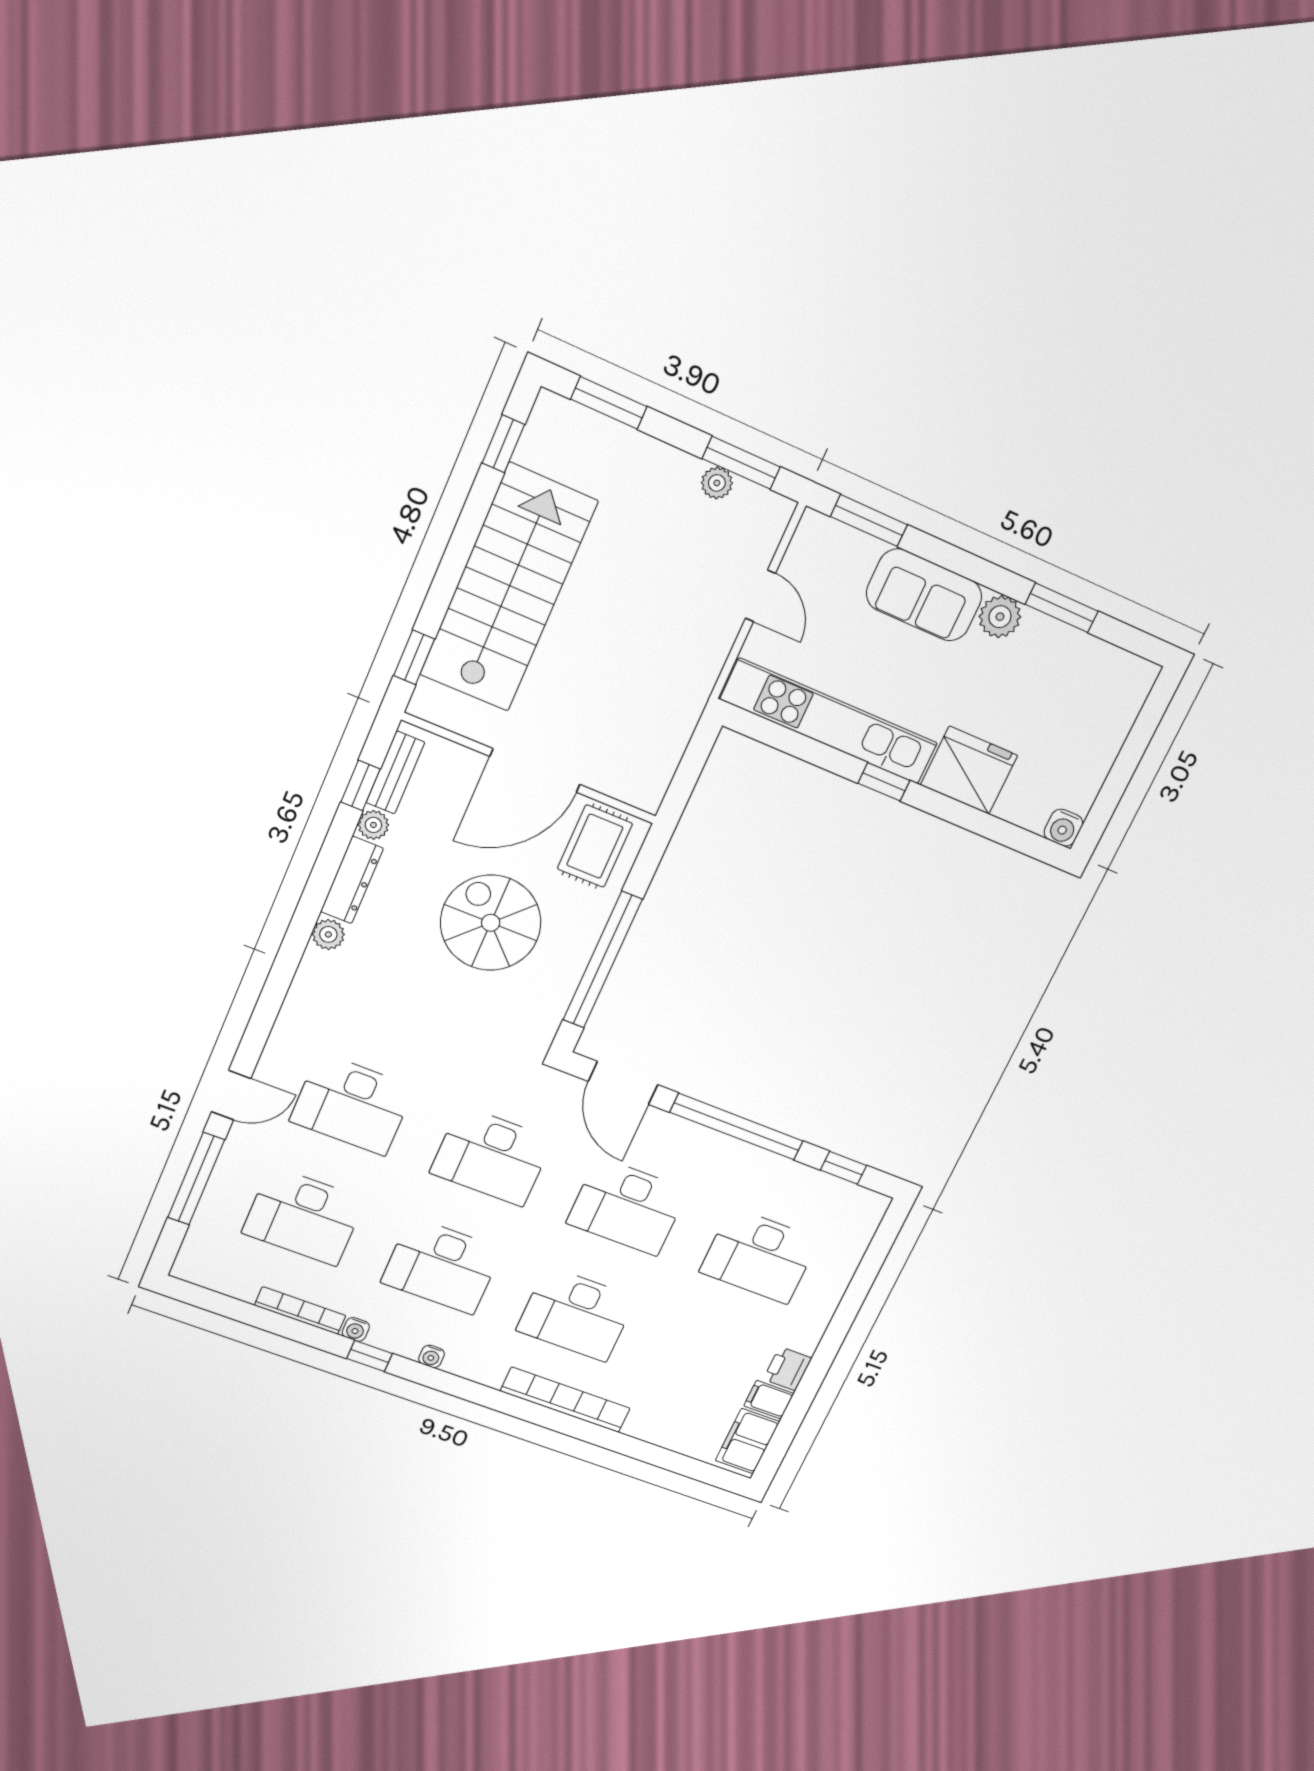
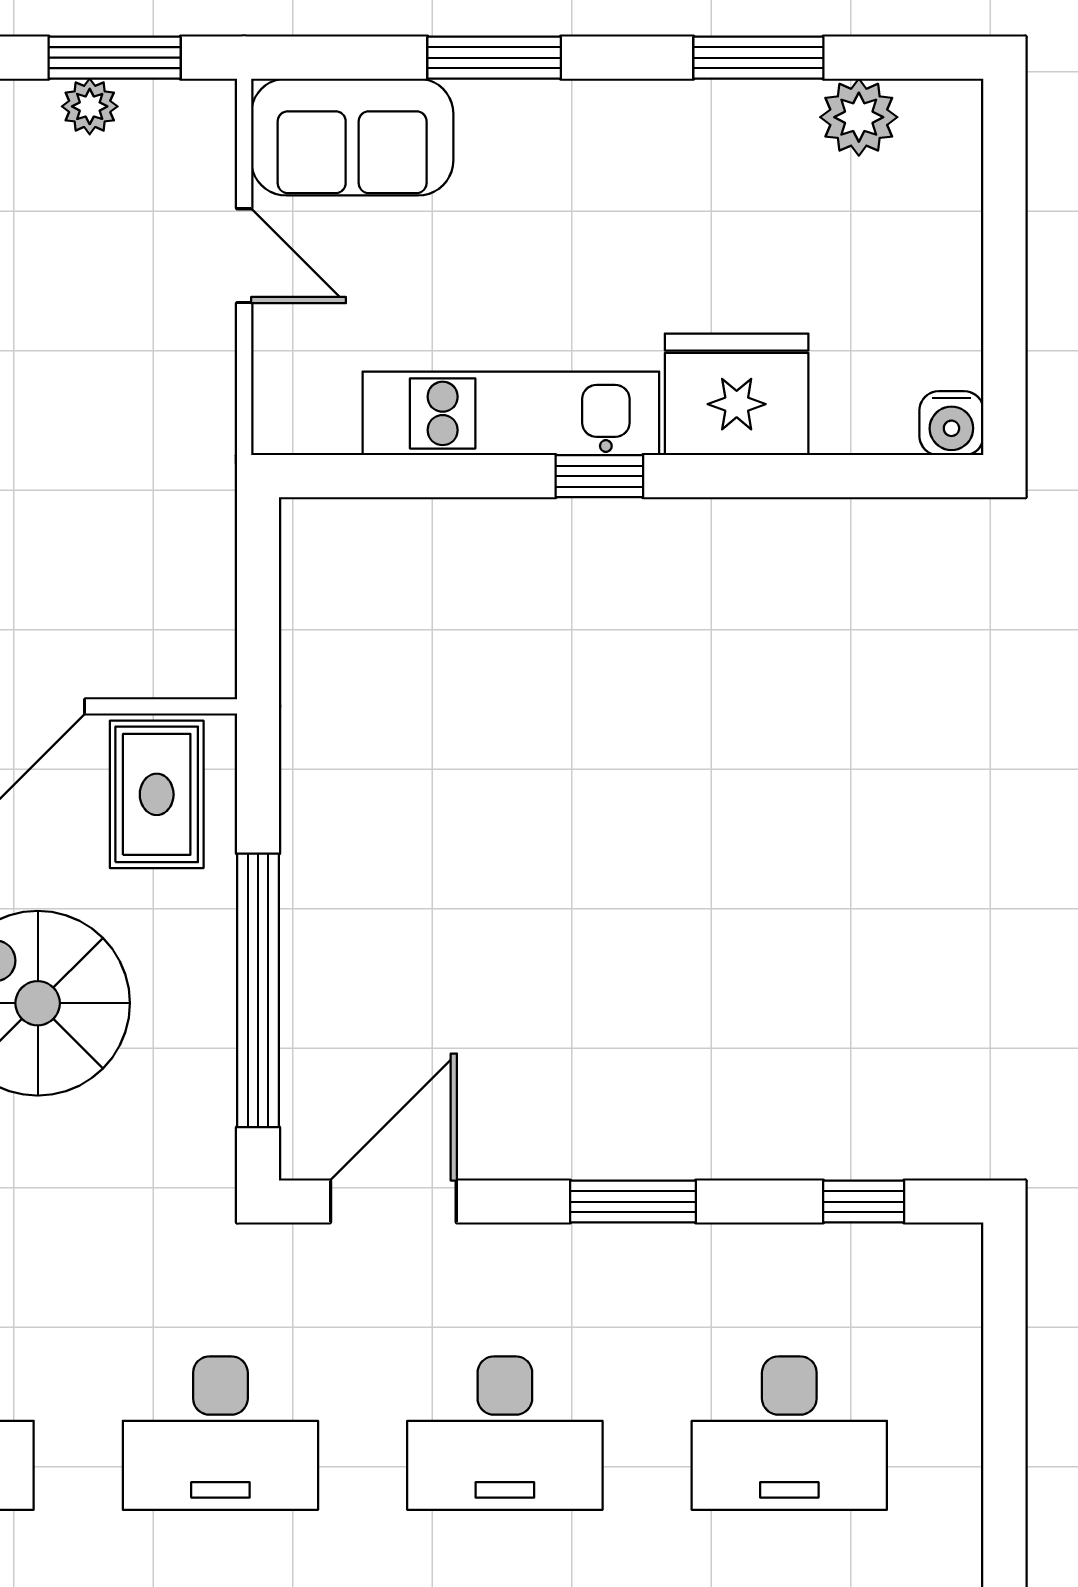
window: (869, 521) -> (494, 58), moved
sofa: (924, 595) -> (352, 137), moved
plant: (1000, 617) -> (859, 117), moved
kitchen unit: (829, 721) -> (511, 413), width x0.73
door: (623, 1083) -> (393, 1202), swing flipped
window: (737, 1127) -> (633, 1202), width x0.47

